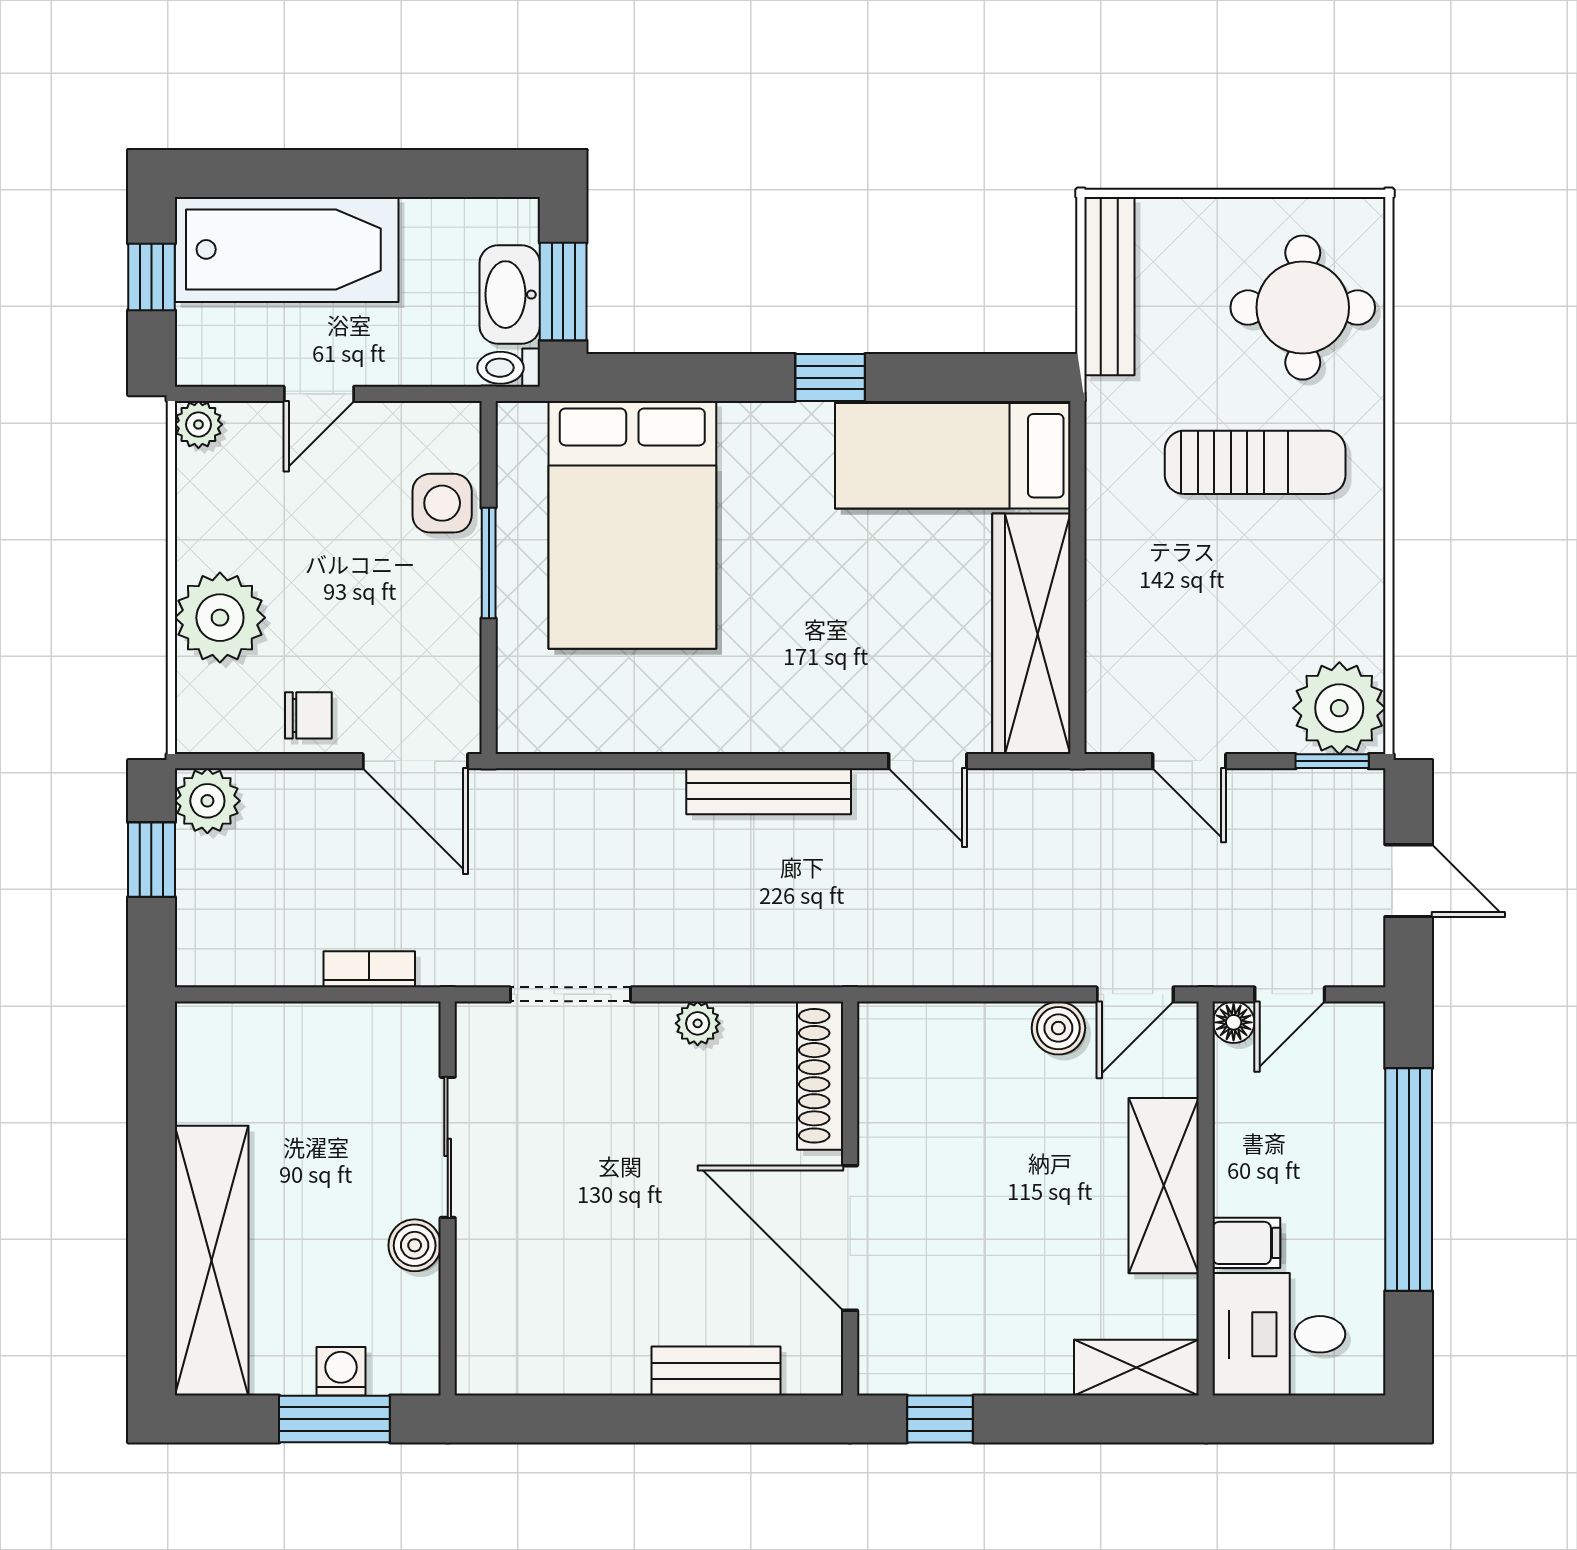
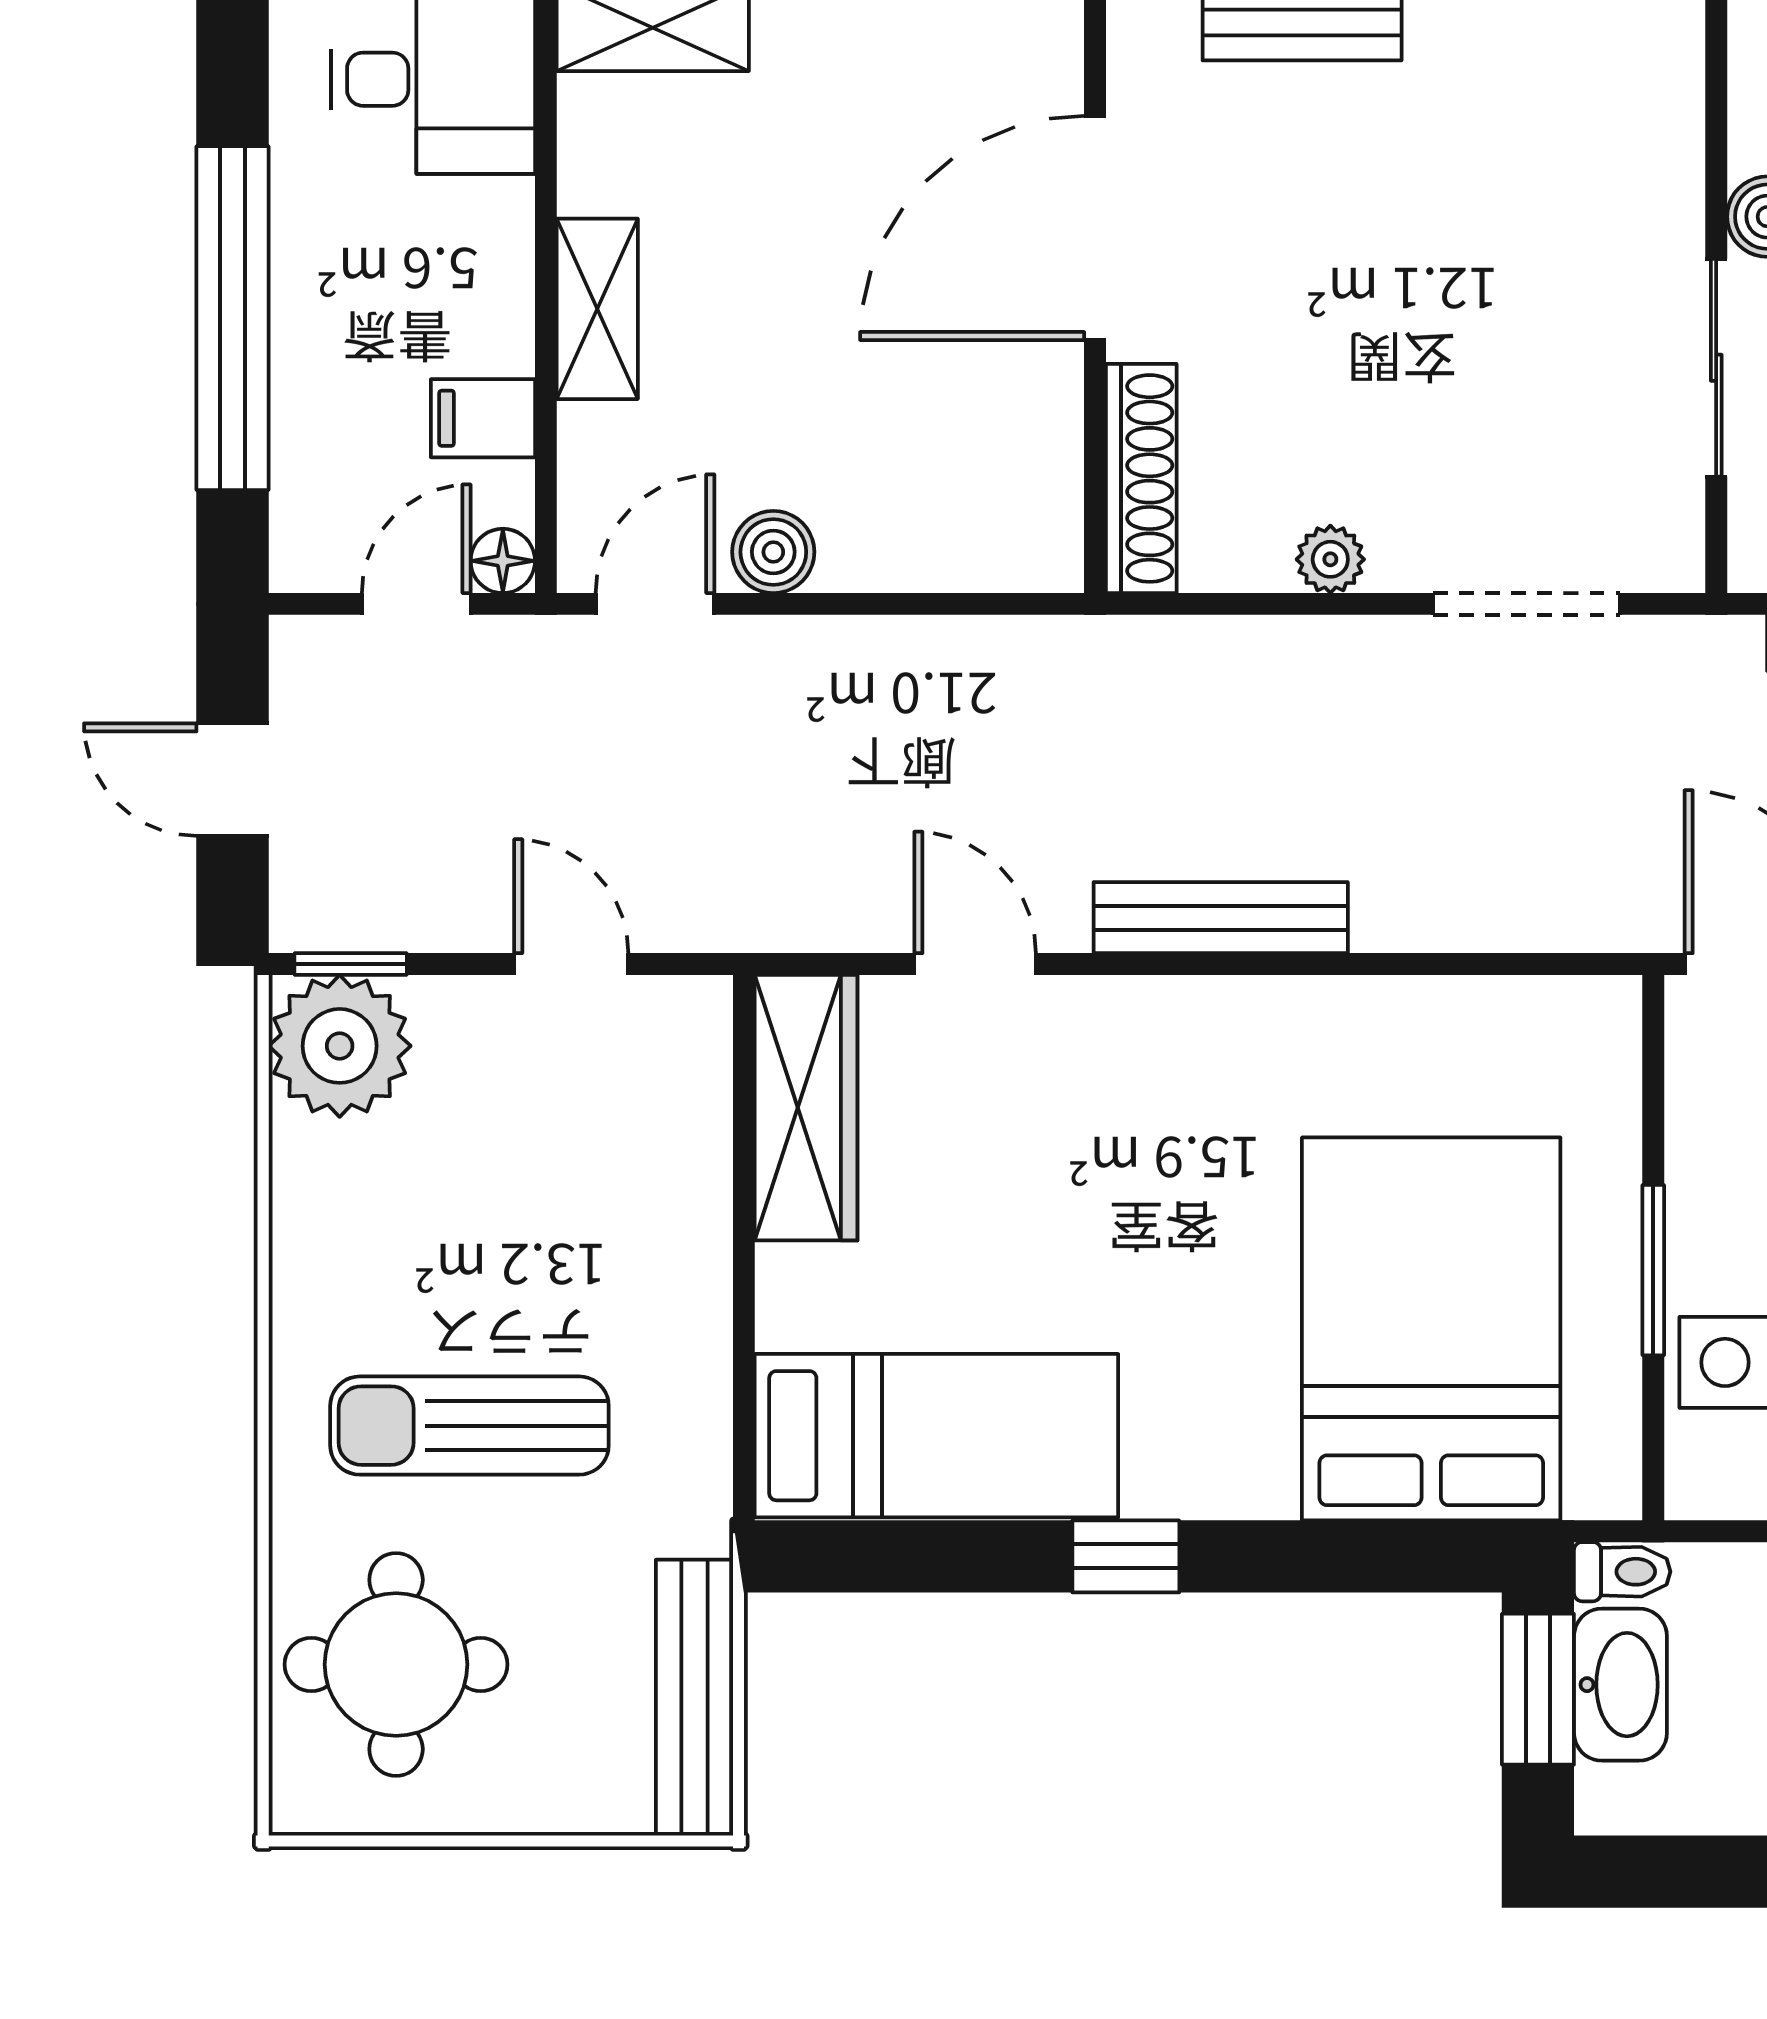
wardrobe: (1031, 634) -> (806, 1108), width x0.71, depth x0.85
shelving: (1164, 1186) -> (597, 309), width x0.67, depth x0.75
door: (850, 1238) -> (1095, 228), swing flipped
filing cabinet: (1246, 1243) -> (483, 418), moved

